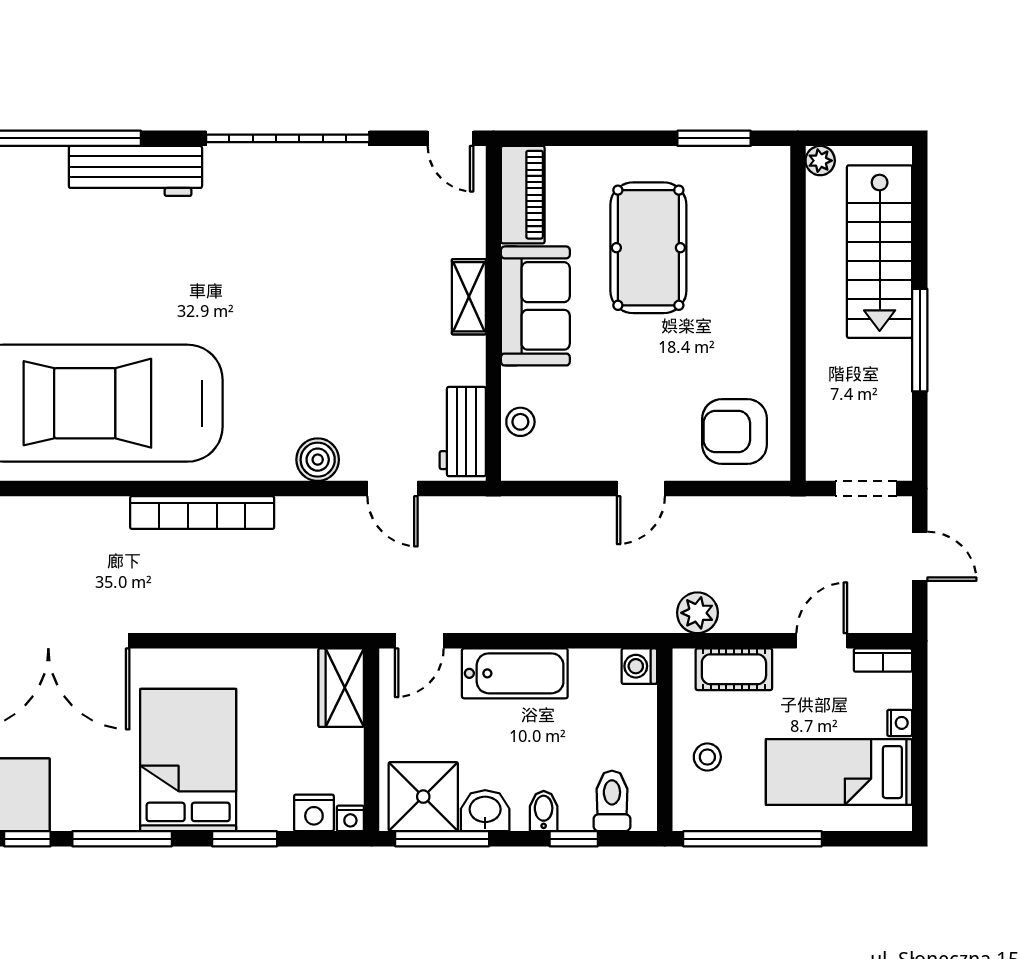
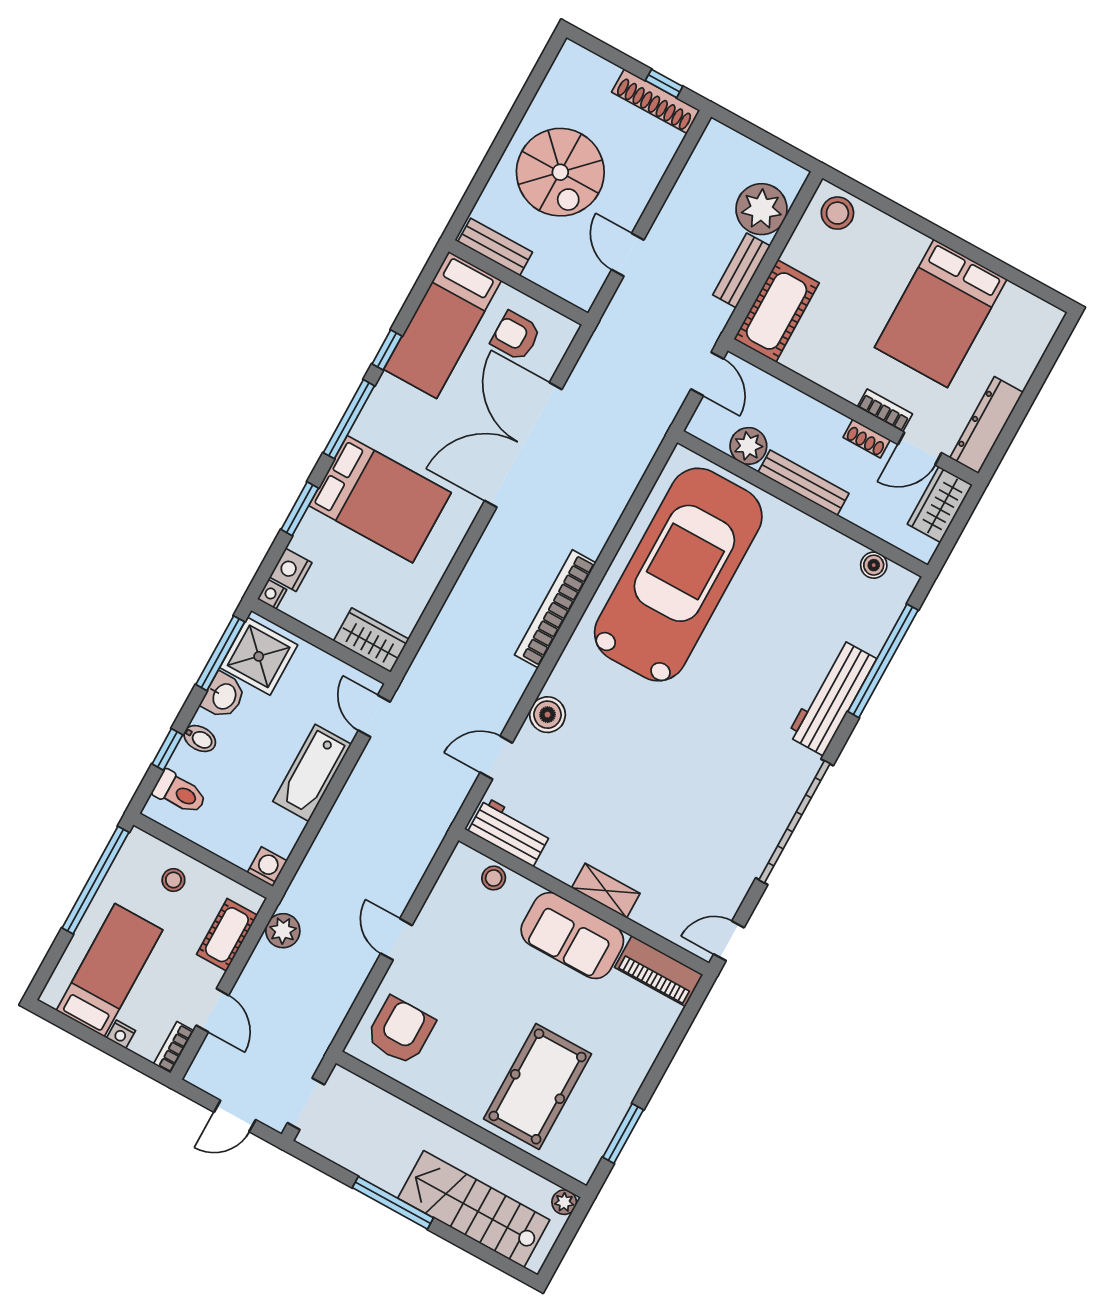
pool table: (648, 248) -> (538, 1086), moved, turned 90

